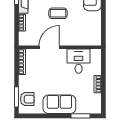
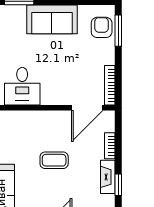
door: (49, 47) -> (87, 108), moved
armchair: (27, 99) -> (102, 27), turned 90

